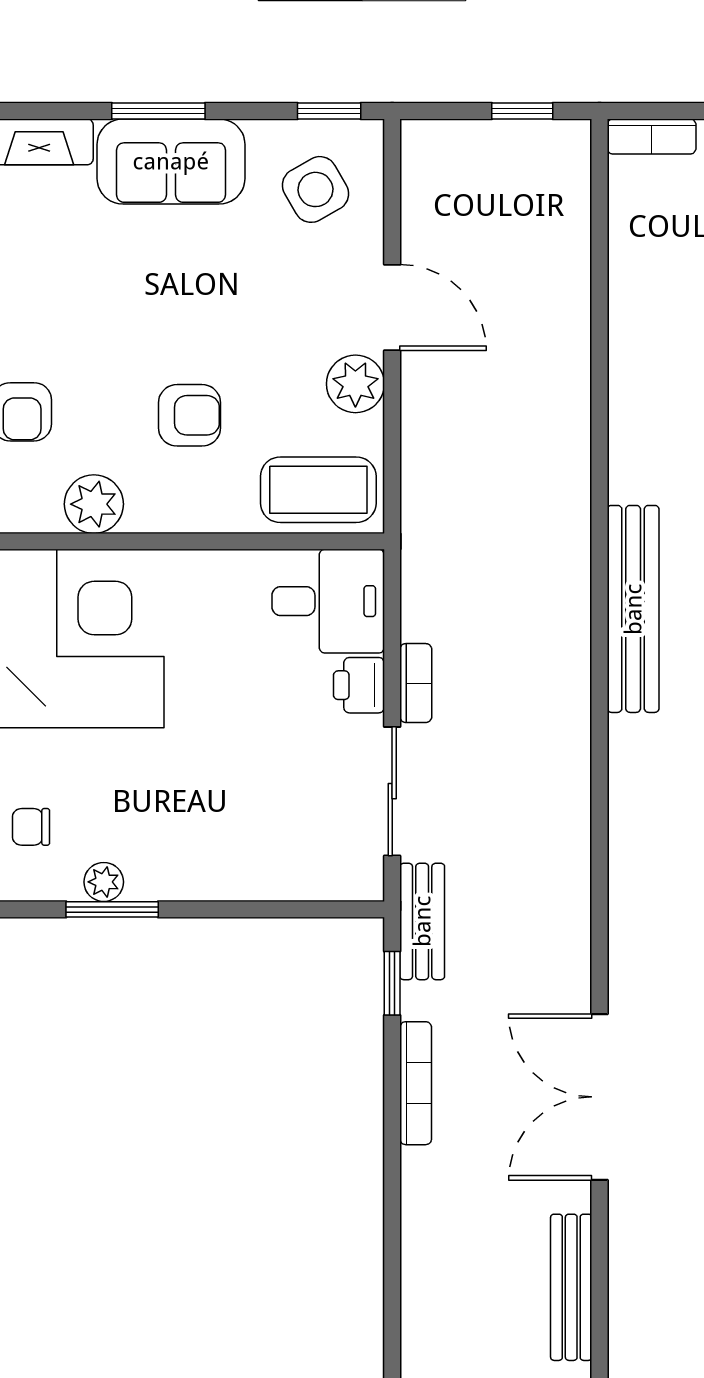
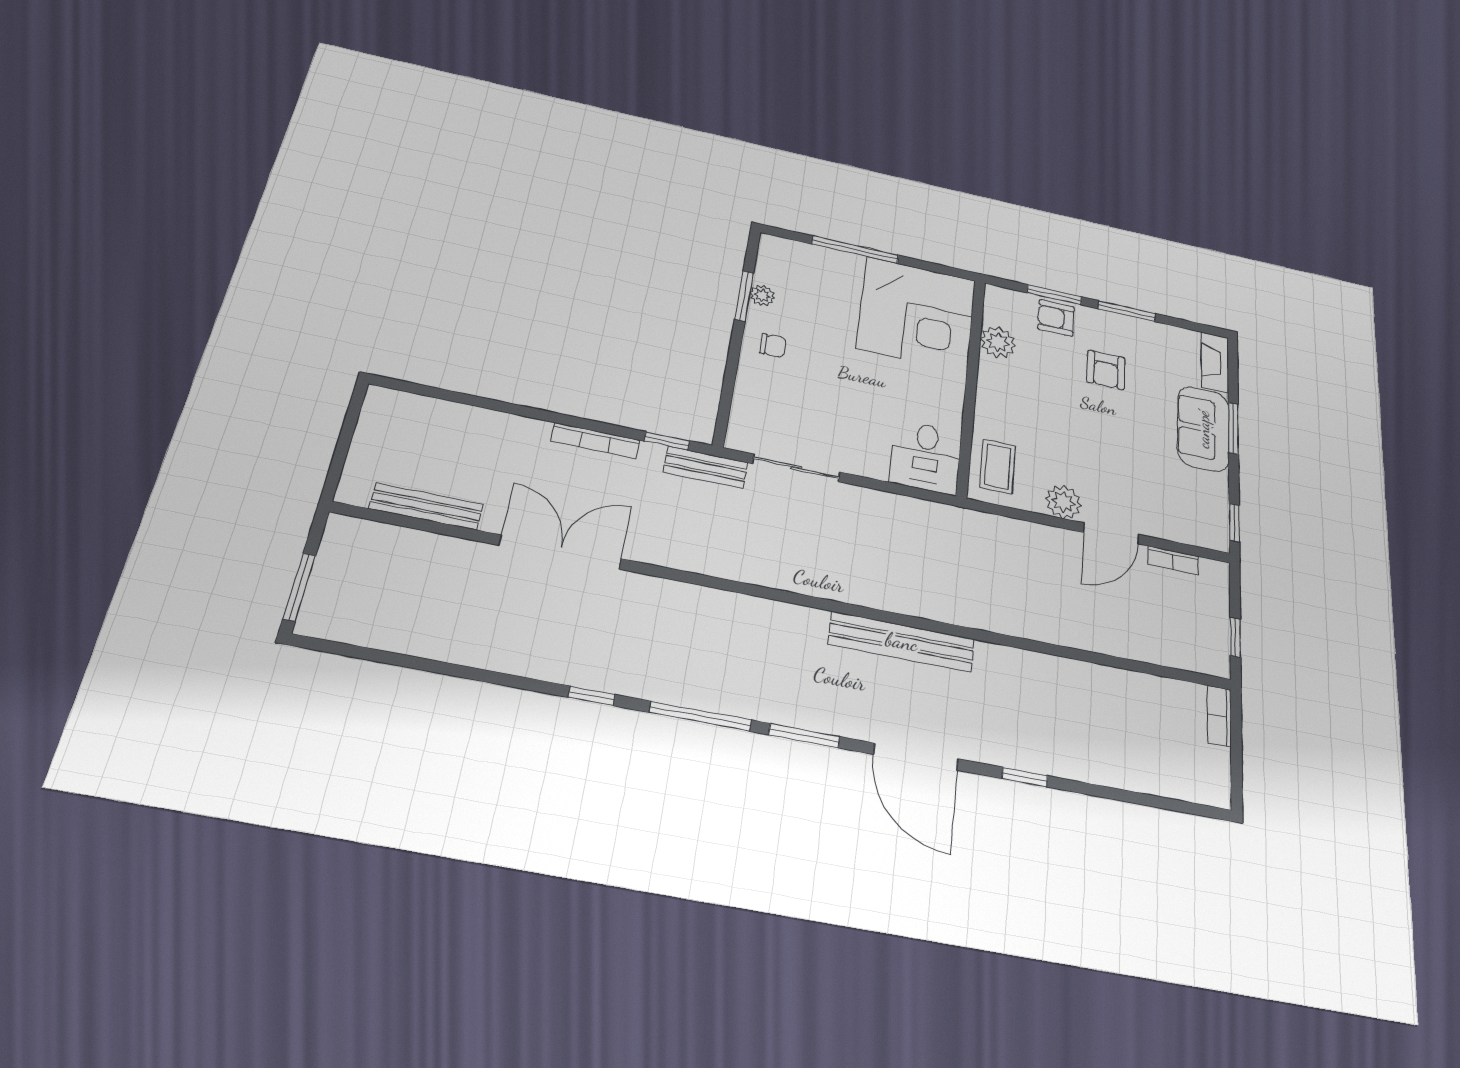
side table: (315, 189) -> (1186, 505), removed
armchair: (190, 415) -> (1106, 370), moved
coffee table: (318, 490) -> (998, 466), width x0.73, depth x0.77
bookcase: (416, 683) -> (1173, 560), moved
printer: (359, 685) -> (869, 463), removed
chair: (31, 827) -> (773, 346), moved, turned 90

